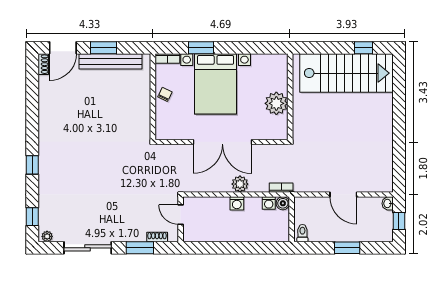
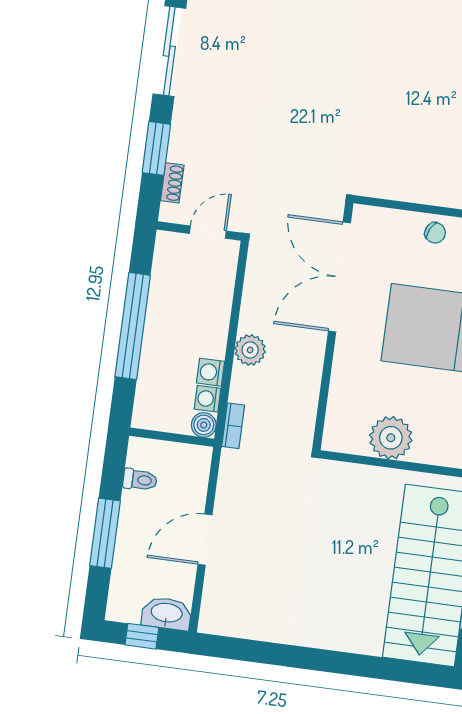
double door: (222, 142) -> (339, 277), moved
washing machine: (237, 203) -> (210, 372), moved
washbasin: (388, 203) -> (167, 614), width x1.91, depth x1.45
toilet: (302, 233) -> (140, 480), moved
window: (235, 248) -> (133, 326), added
window: (347, 248) -> (105, 533), width x1.44

